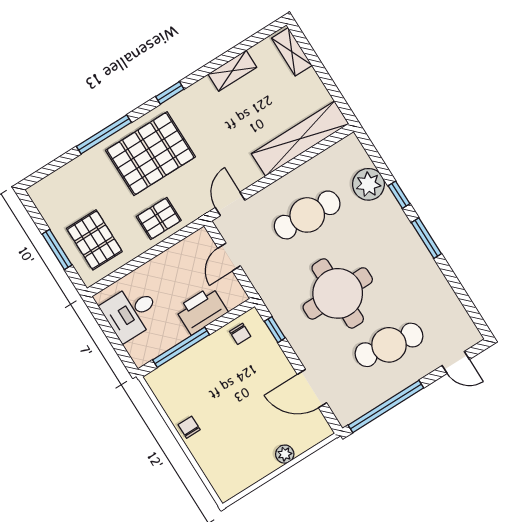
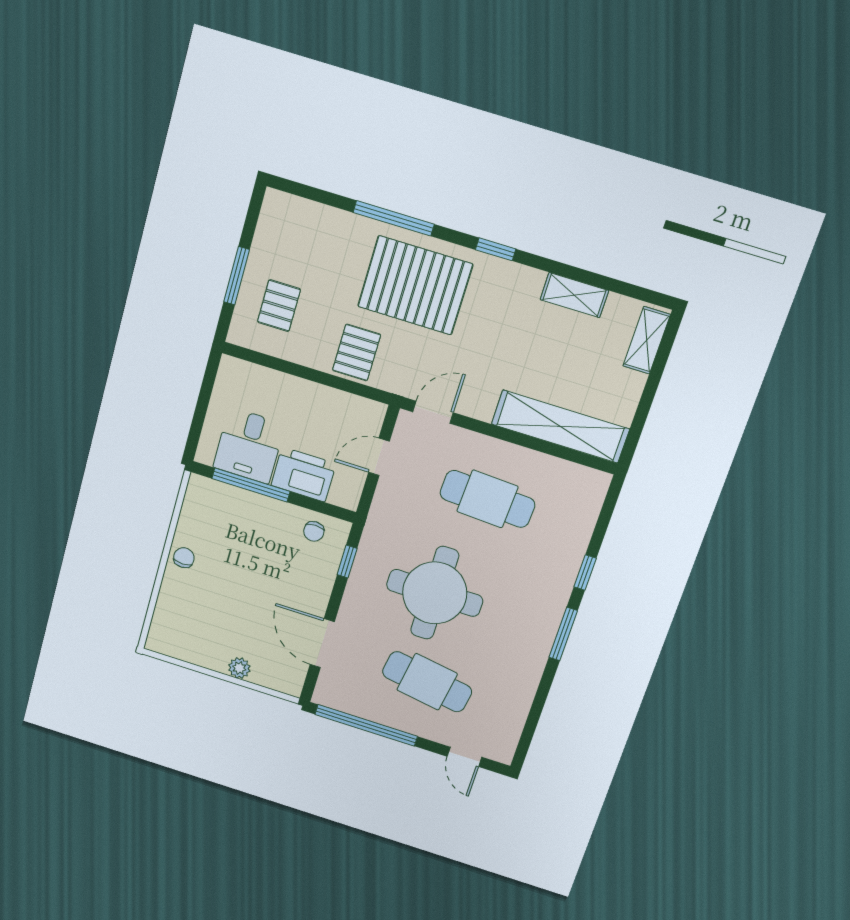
plant: (368, 184) -> (570, 534), removed
pallet: (159, 218) -> (357, 353), turned 90
pallet: (94, 240) -> (279, 306), width x0.67, depth x0.71
desk: (131, 312) -> (249, 446), moved, turned -90

